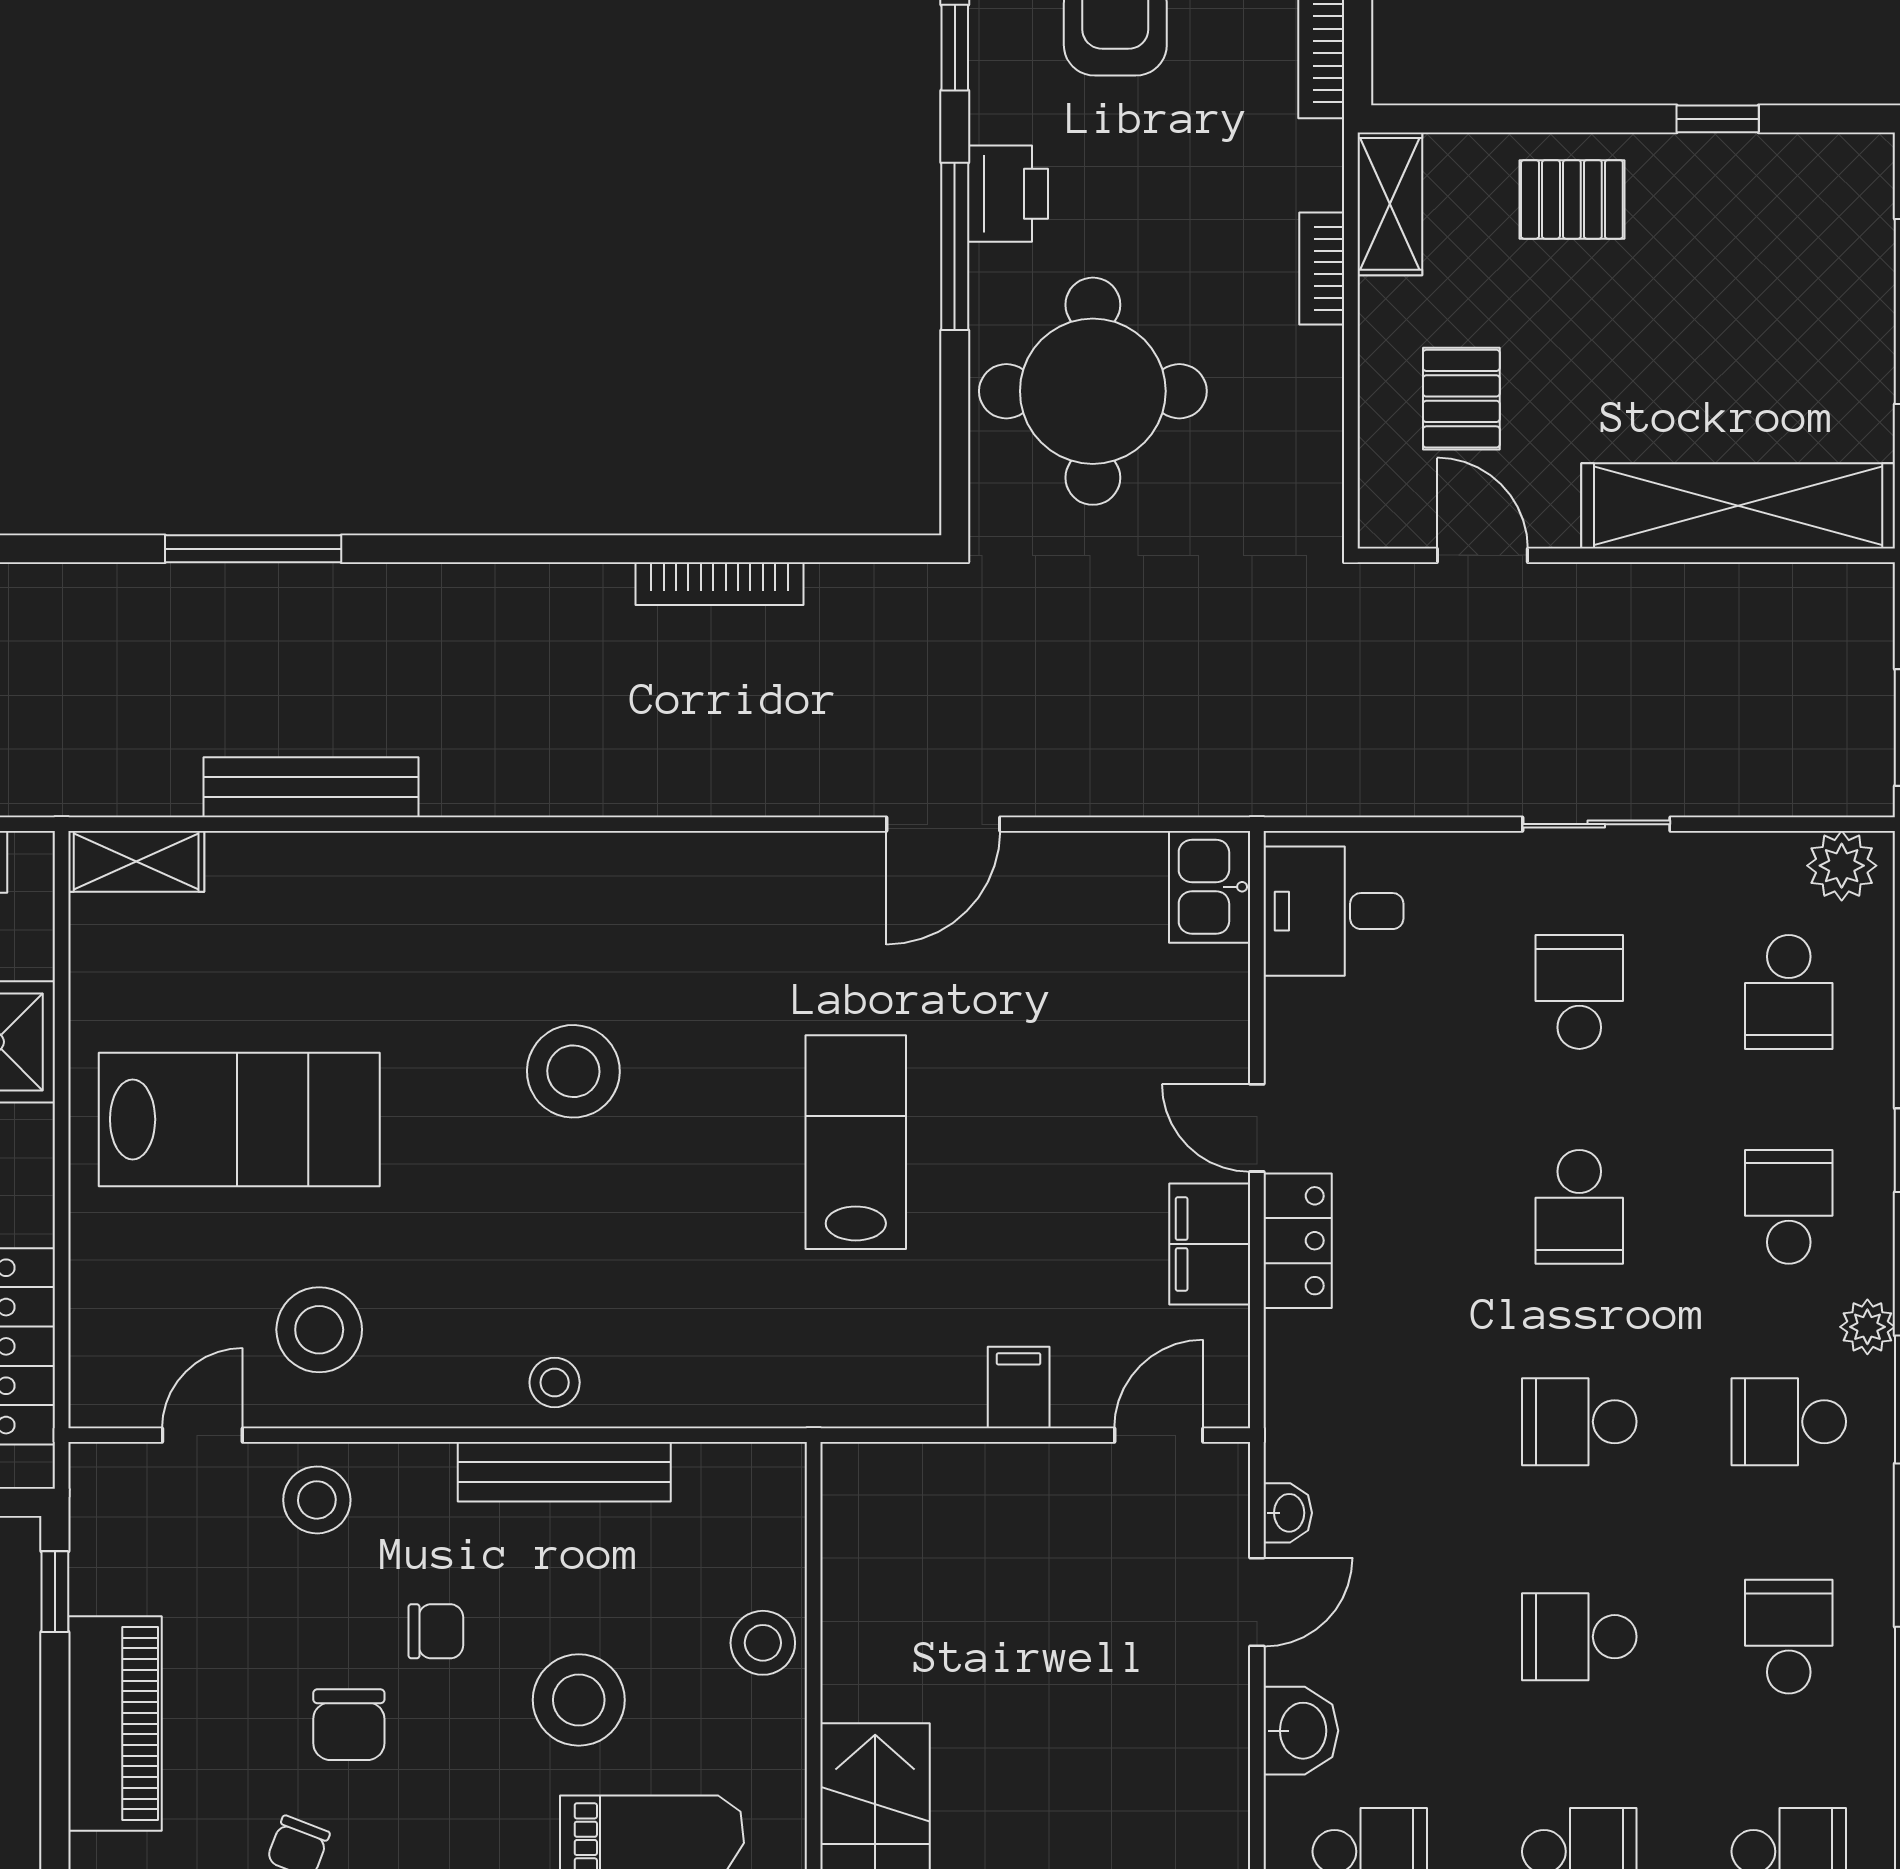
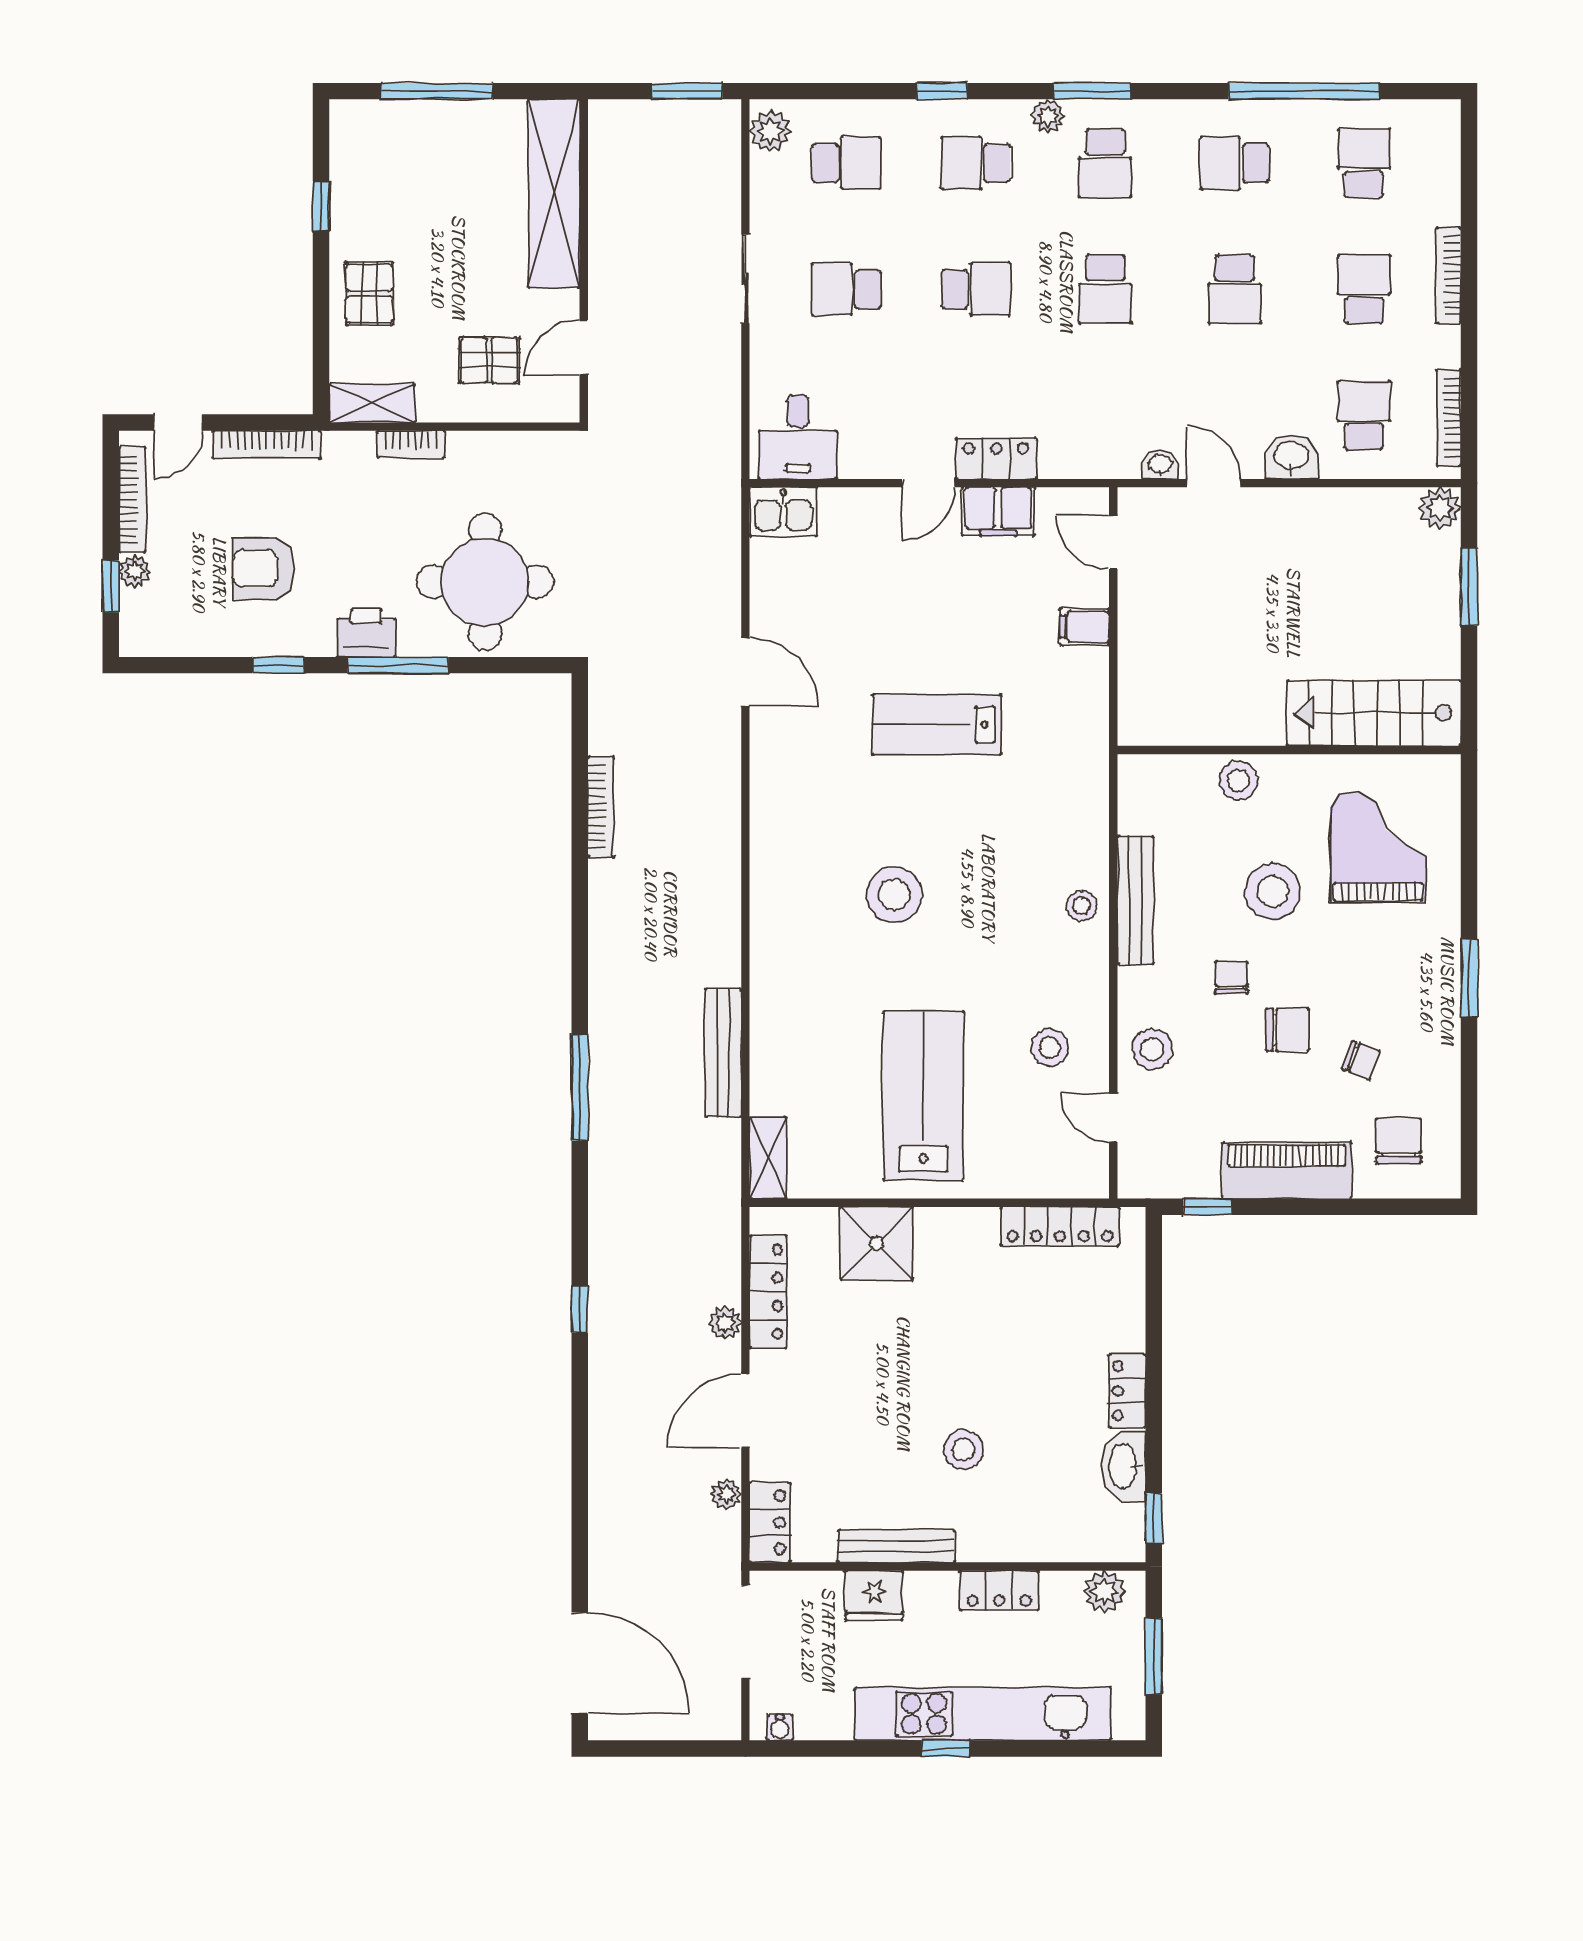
stool: (319, 1330) -> (1050, 1048), width x0.73, depth x0.73

